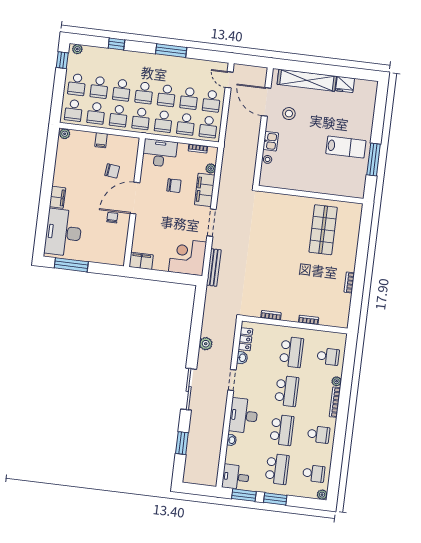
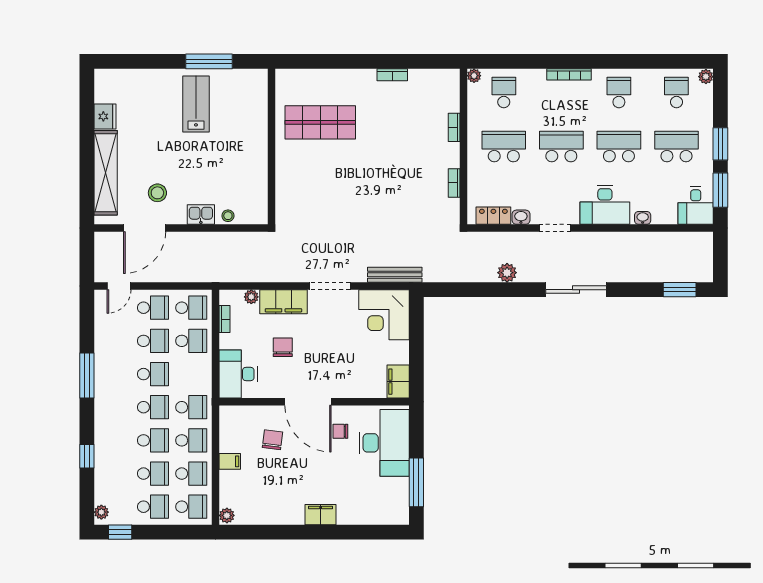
school desk: (163, 121) -> (191, 374), removed
desk: (63, 233) -> (384, 443), moved, turned -90
plant: (337, 381) -> (474, 76), moved
window: (182, 443) -> (680, 290), moved

